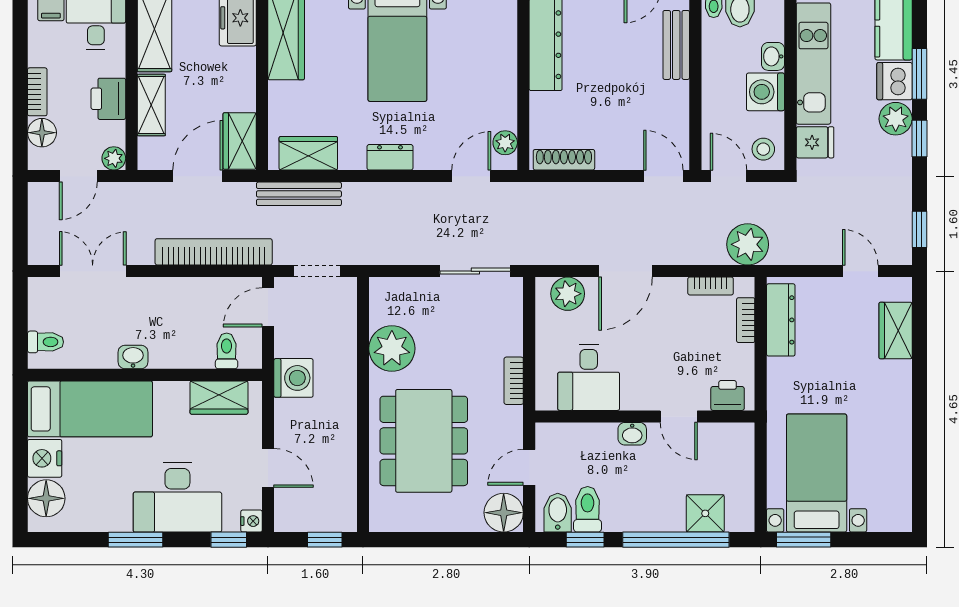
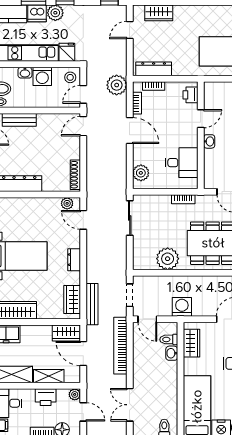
door: (626, 271) -> (130, 130), moved
washbasin: (133, 357) -> (172, 353), moved

